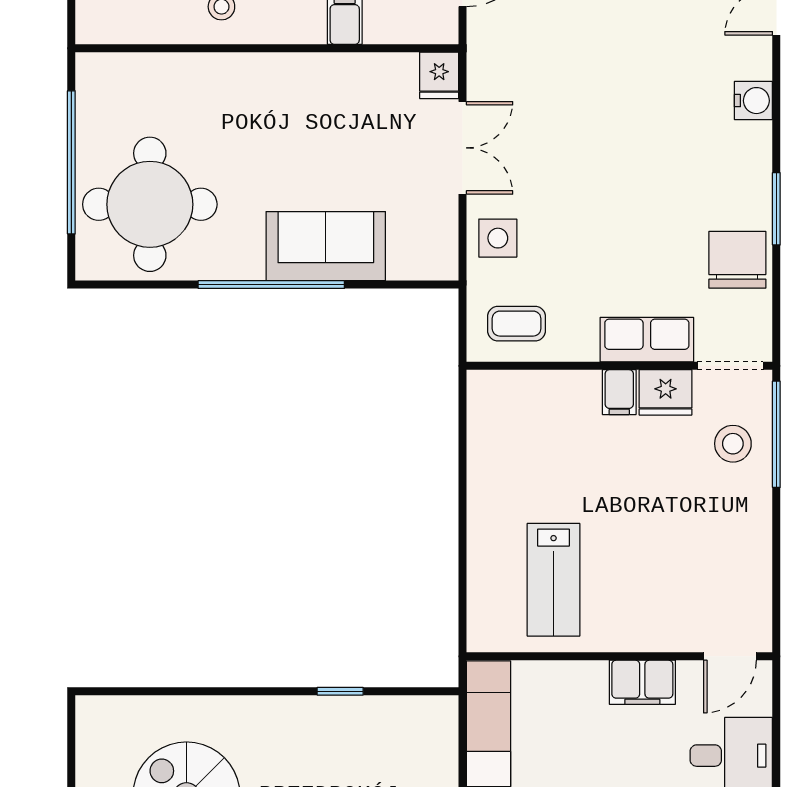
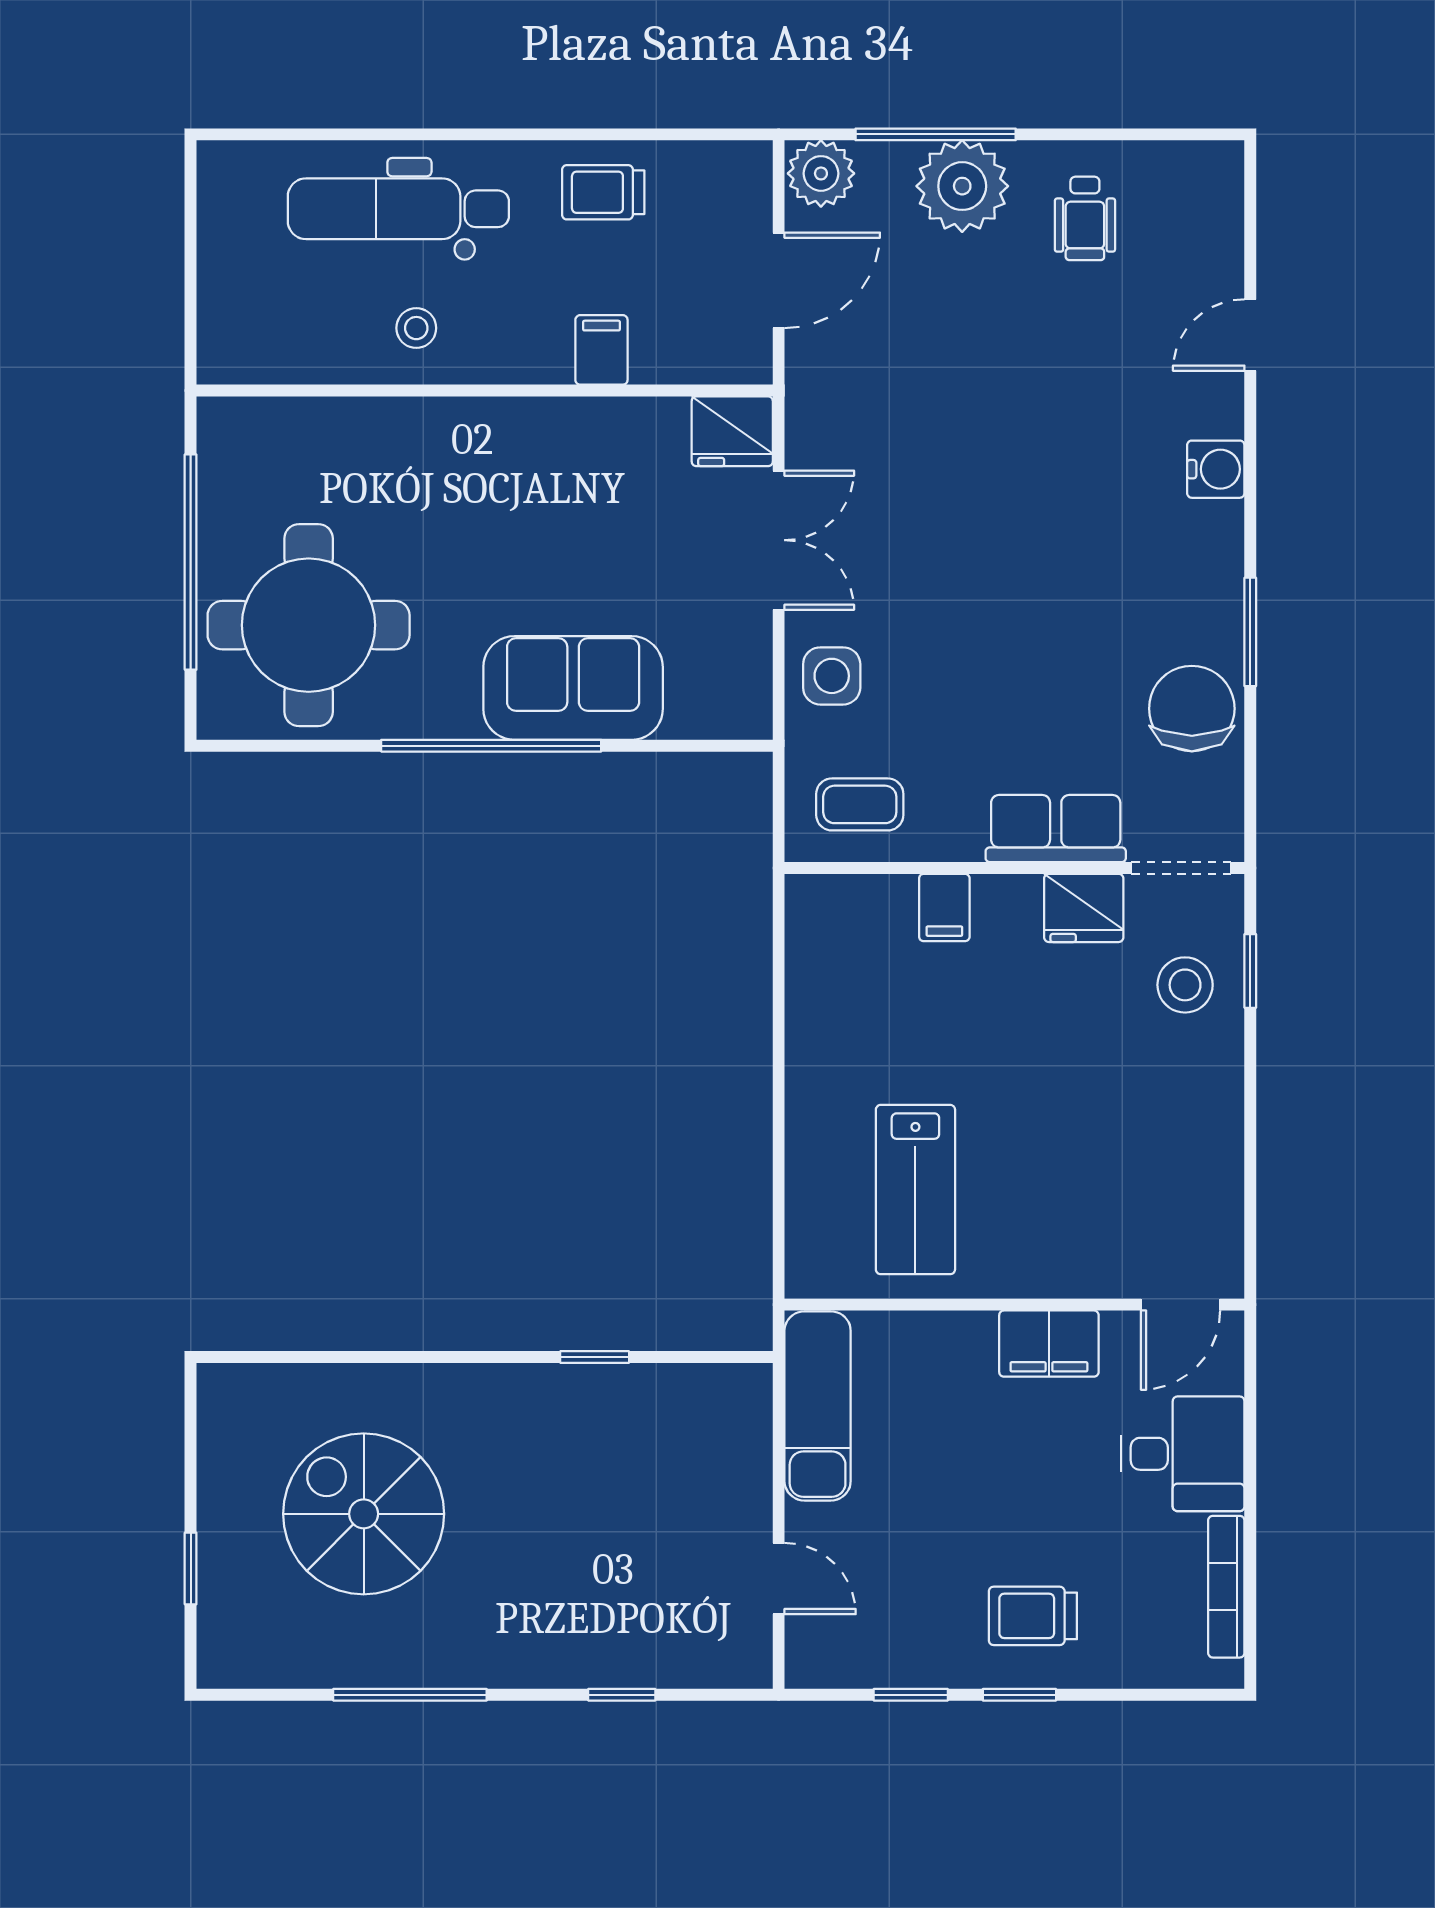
fridge: (439, 75) -> (732, 431), width x1.38
filing cabinet: (619, 392) -> (944, 908), moved
window: (776, 434) -> (1250, 971), width x0.46

